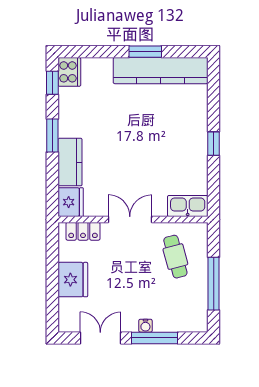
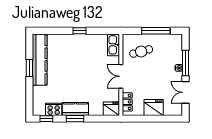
cooker: (69, 72) -> (54, 109), moved
kitchen counter: (70, 162) -> (75, 109), moved

